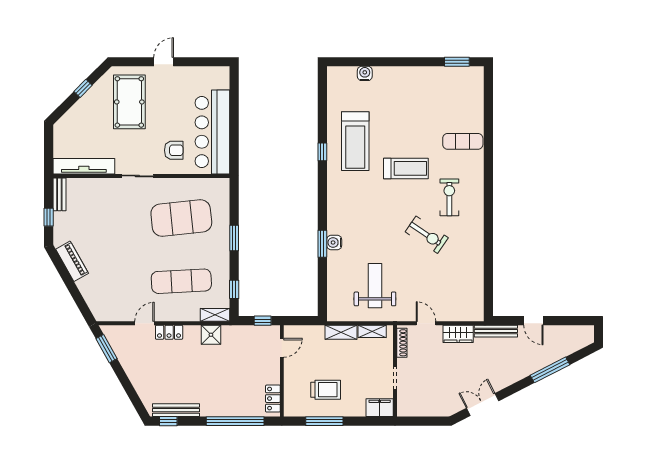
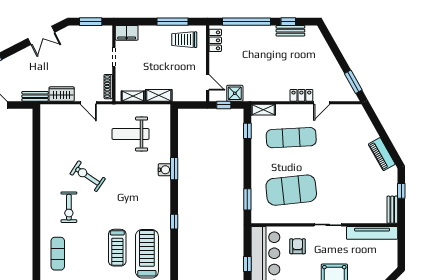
window: (234, 129) -> (247, 264), added
exercise mat: (463, 141) -> (58, 254), turned 90
armchair: (174, 150) -> (298, 246), turned 90
window: (322, 152) -> (174, 222), moved
treadmill: (406, 168) -> (117, 248), moved, turned -90
window: (234, 238) -> (247, 199), moved
weight bench: (375, 286) -> (131, 134), turned 90
bench: (496, 331) -> (35, 96), width x0.73
shower: (211, 335) -> (235, 93), moved
door: (282, 348) -> (208, 82), swing flipped
trolley: (326, 390) -> (184, 40), moved
bench: (176, 410) -> (290, 31), width x0.73
window: (168, 421) -> (288, 22), moved
window: (423, 421) -> (91, 22), added

